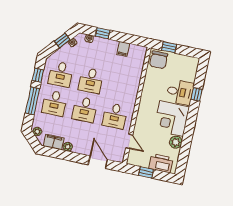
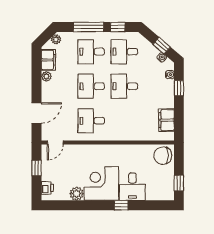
window: (169, 47) -> (179, 183), moved
filing cabinet: (123, 49) -> (166, 120), width x2.00
window: (197, 94) -> (121, 205), moved
door: (129, 141) -> (55, 142), moved
printer: (161, 163) -> (47, 188), width x0.53, depth x0.68

